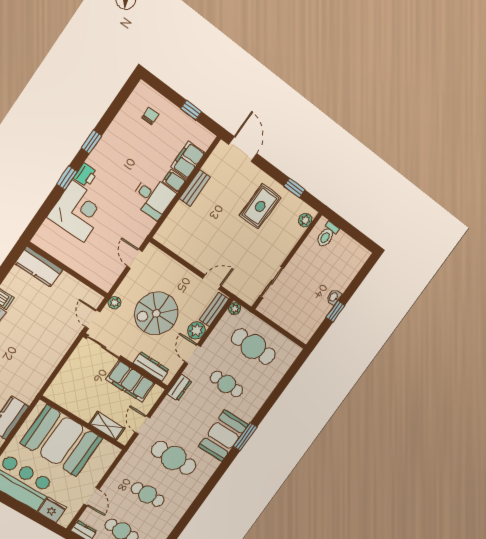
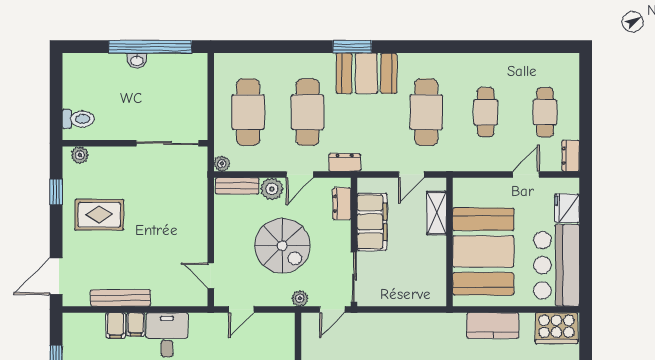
filing cabinet: (188, 160) -> (116, 325), width x0.50
bench: (195, 188) -> (120, 298), width x1.36
door: (212, 282) -> (211, 276), moved
sliding door: (272, 282) -> (167, 143), width x1.37
window: (335, 311) -> (150, 47), width x3.17
dresser: (151, 367) -> (342, 204), width x0.70
cafe table: (227, 384) -> (308, 112), width x1.37, depth x1.35

